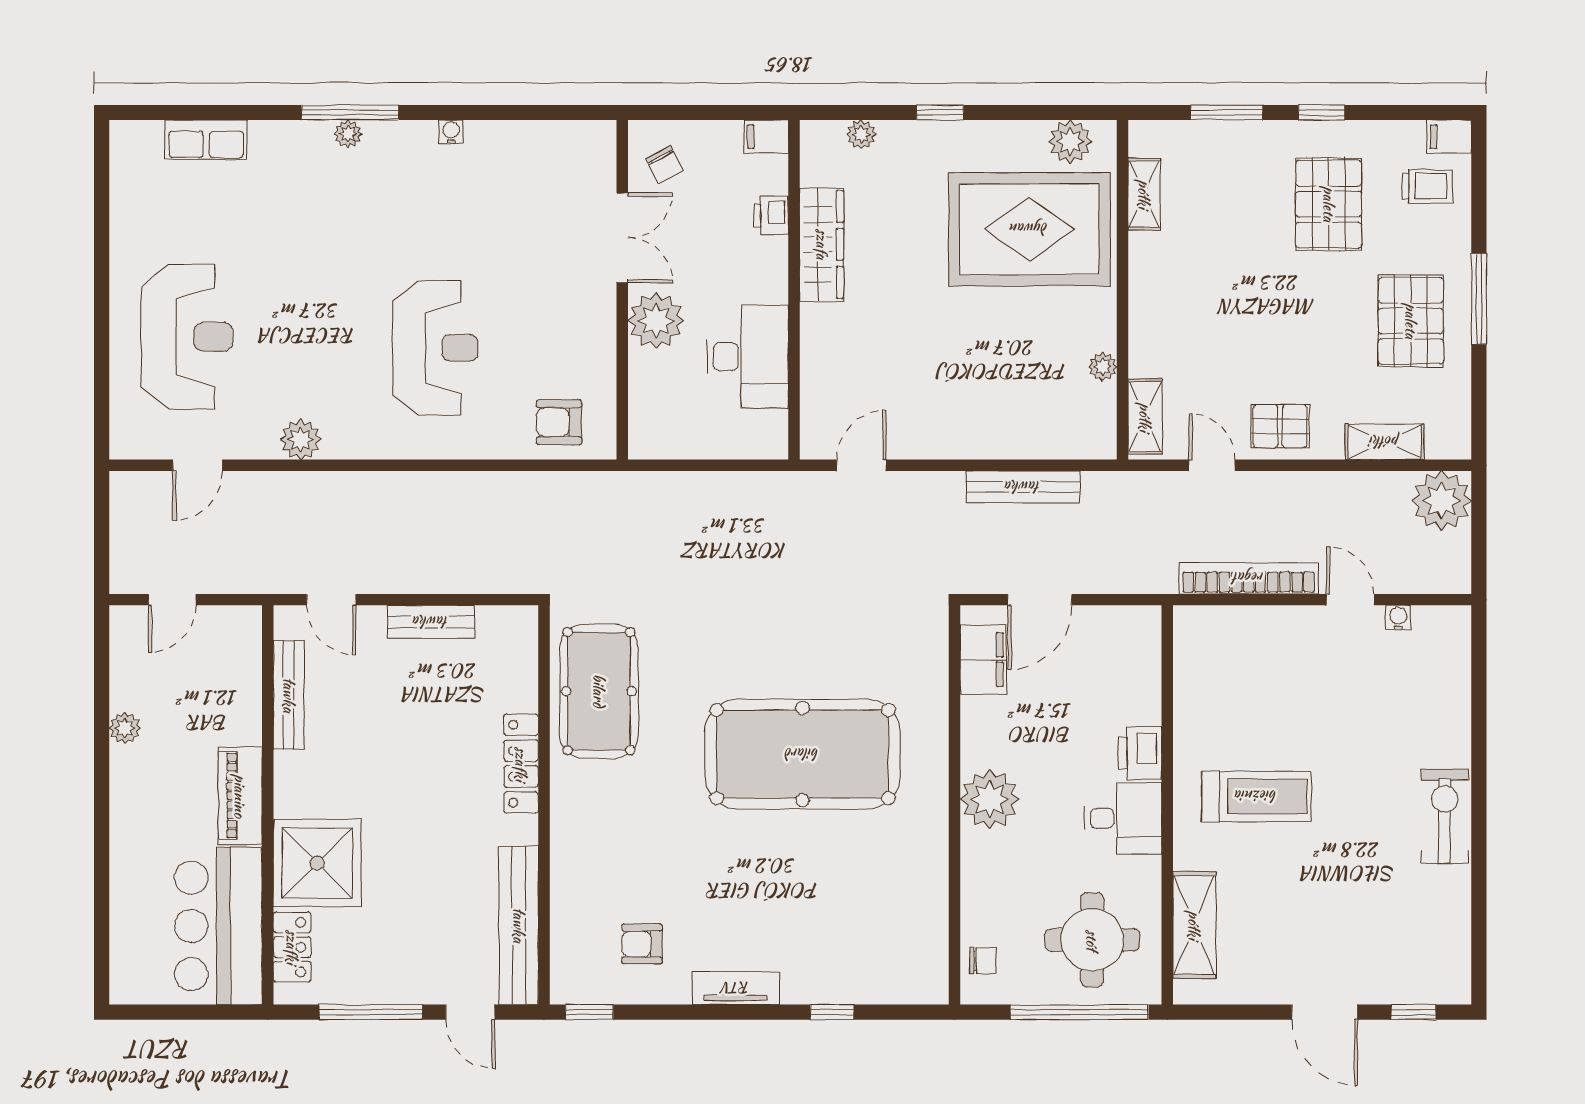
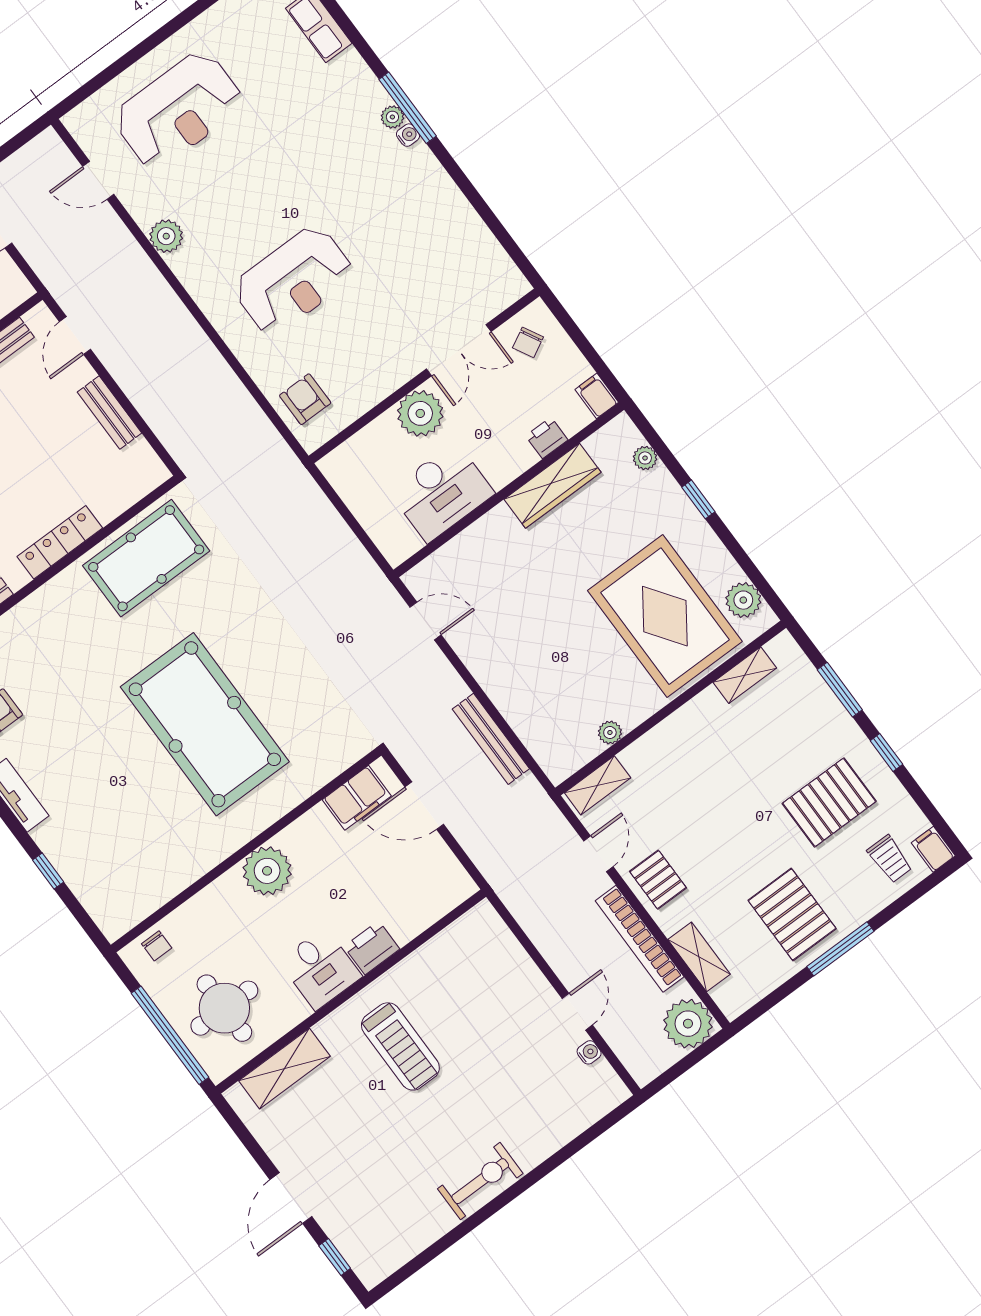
water cooler: (451, 132) -> (408, 135), moved
pallet: (1411, 321) -> (792, 915), turned 90
bookcase: (1249, 578) -> (640, 939), moved, turned 180

